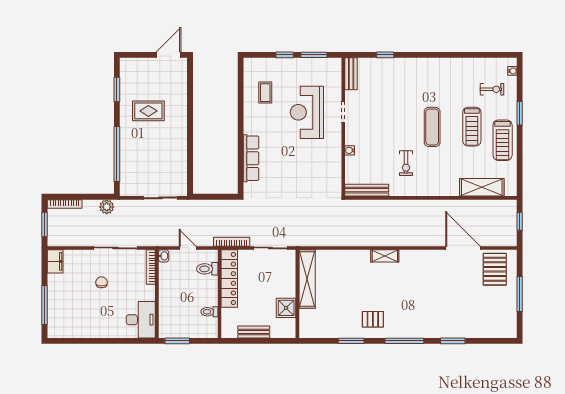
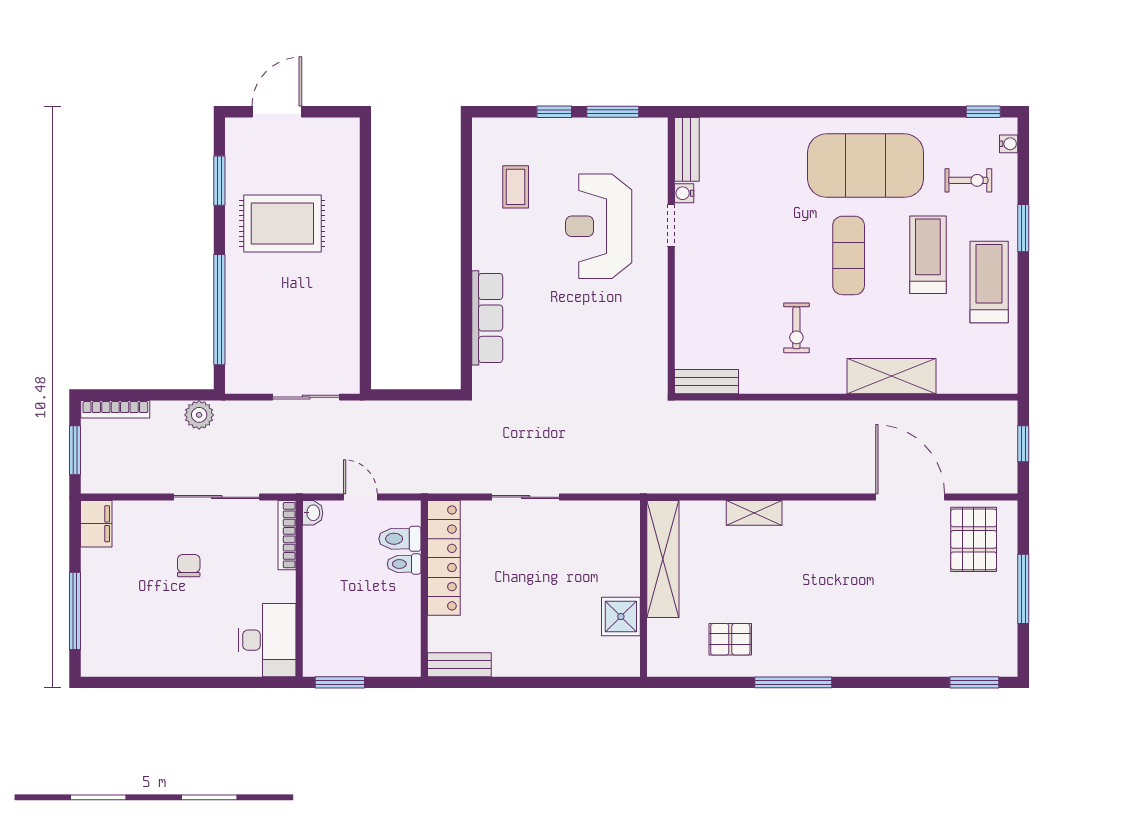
door: (169, 55) -> (277, 112), moved
window: (385, 55) -> (983, 112), moved
exercise mat: (441, 82) -> (866, 166), added
rug: (148, 111) -> (282, 224), width x1.36, depth x1.43
treadmill: (472, 127) -> (928, 255), turned 180
treadmill: (503, 140) -> (989, 282), turned 180
water cooler: (350, 150) -> (684, 193), moved
shelving: (482, 187) -> (892, 376), moved
bench: (367, 190) -> (706, 382), width x0.73
bookcase: (232, 242) -> (449, 484), removed
shelving: (307, 279) -> (663, 559), moved
wall: (297, 294) -> (643, 589), moved
shower: (286, 308) -> (621, 617), moved
toilet: (209, 312) -> (404, 564), moved
bench: (254, 332) -> (459, 665), moved
window: (351, 341) -> (687, 682), removed
window: (453, 341) -> (974, 682), moved

